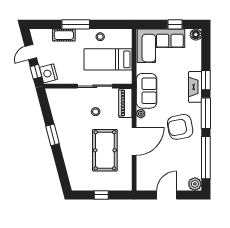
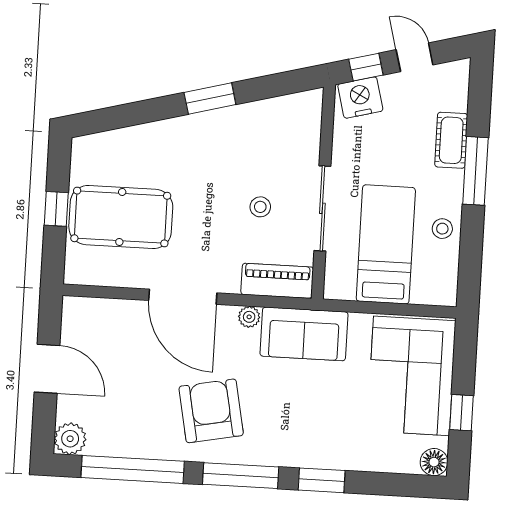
fireplace: (195, 87) -> (306, 453), removed
pool table: (105, 150) -> (121, 217), moved

